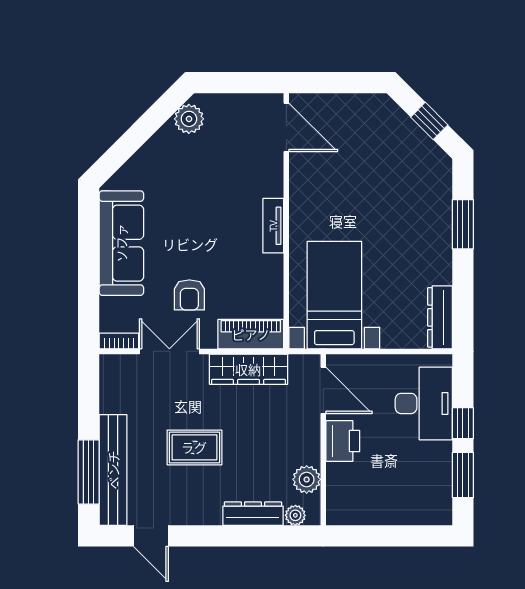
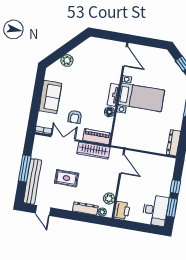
plant: (189, 119) -> (67, 60), moved
sofa: (121, 243) -> (50, 97), width x0.73
floor lamp: (271, 268) -> (109, 112), added
bed with nightstands: (334, 295) -> (141, 97), moved, turned 90
desk: (424, 403) -> (155, 210), moved
printer: (343, 441) -> (122, 210), moved
window: (89, 472) -> (25, 169), moved

